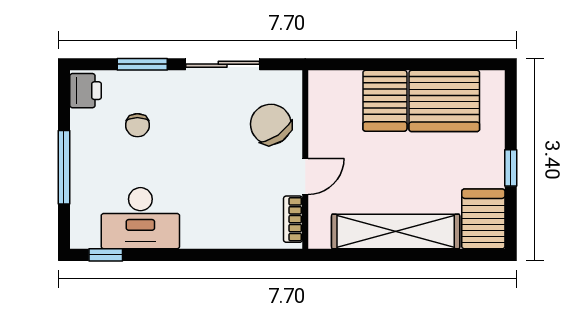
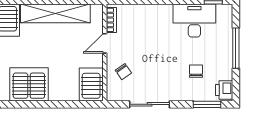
window: (142, 64) -> (207, 104), moved
server rack: (385, 101) -> (91, 84), moved
chair: (271, 124) -> (123, 72), width x0.54, depth x0.54

